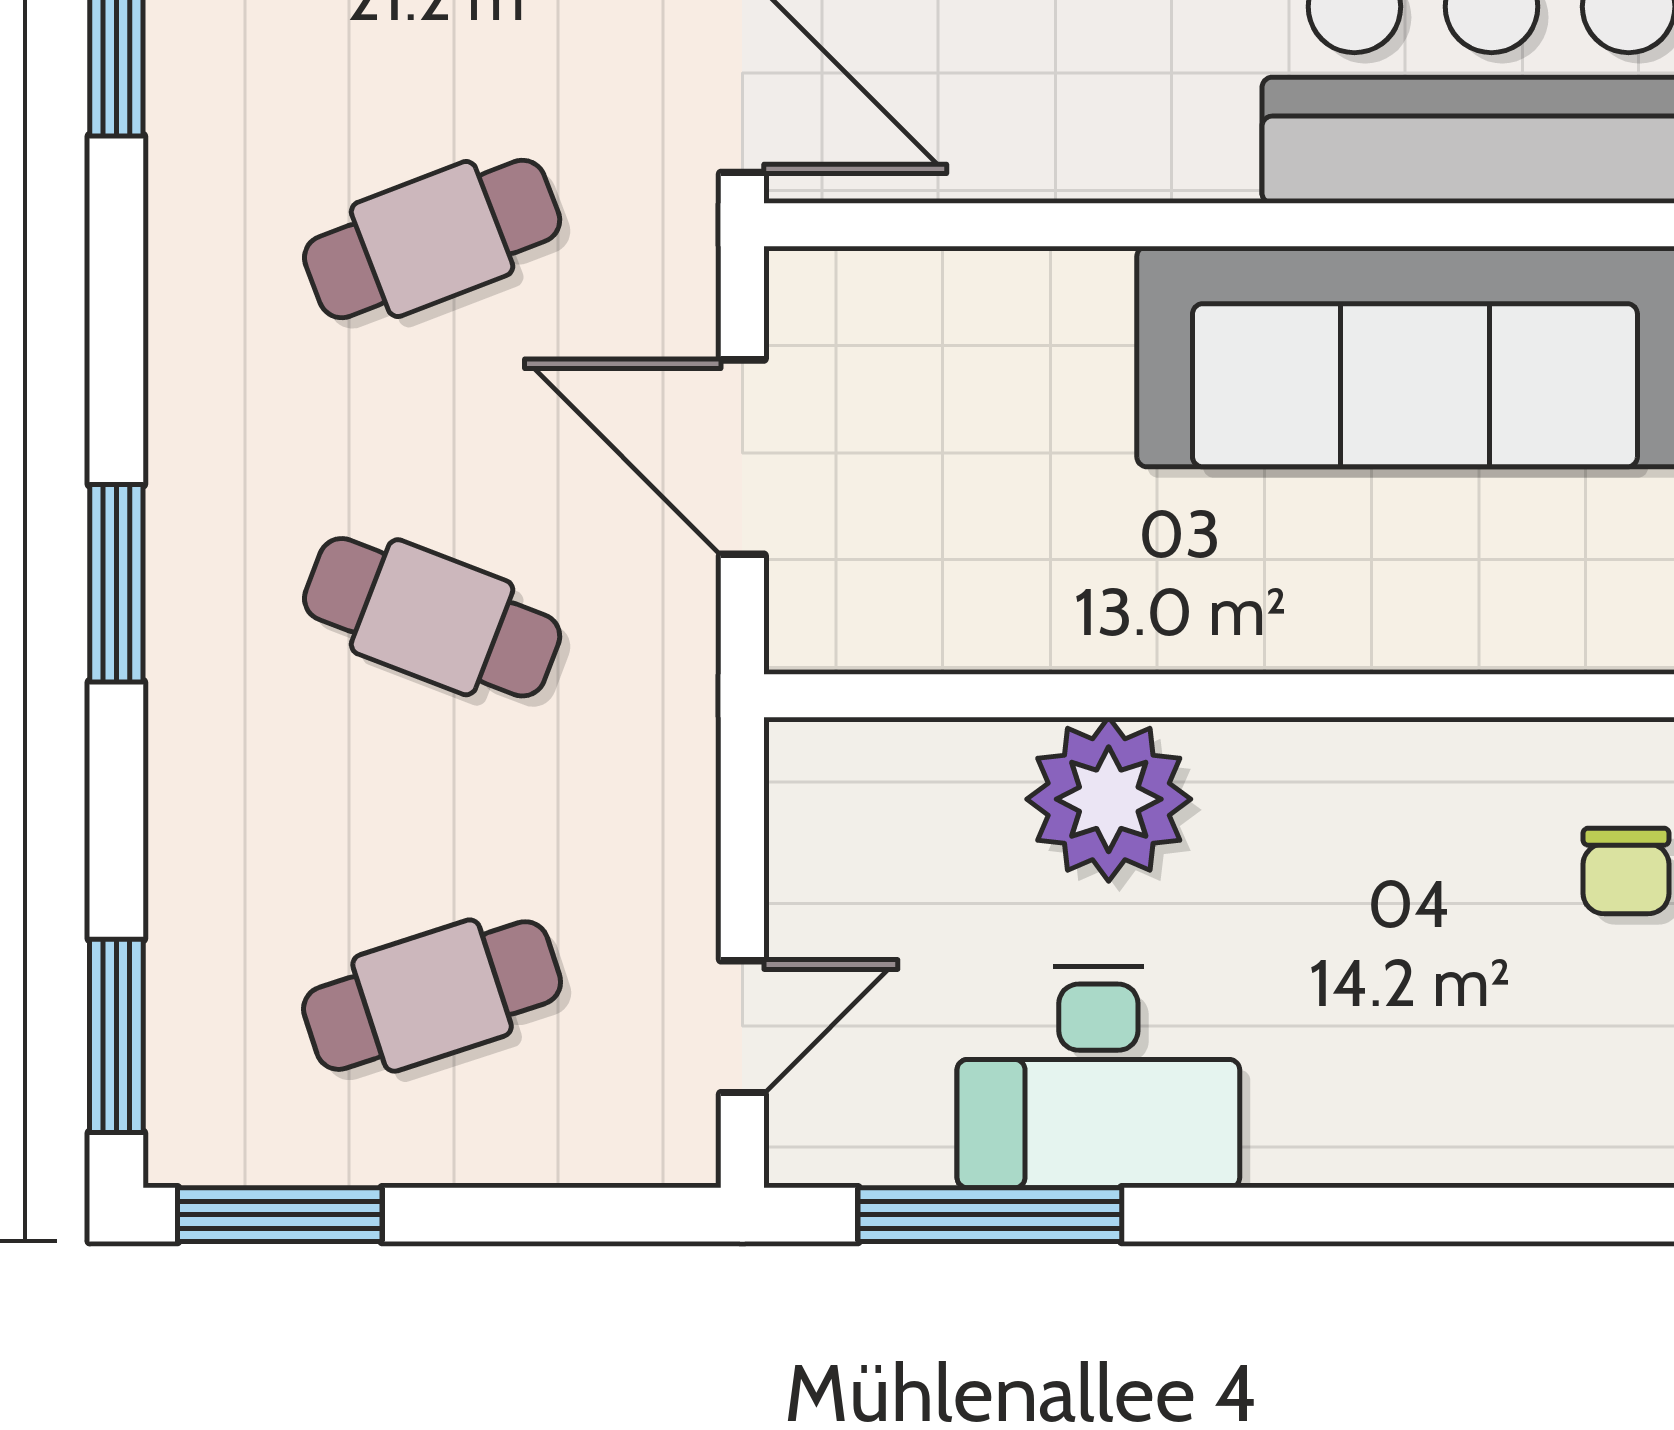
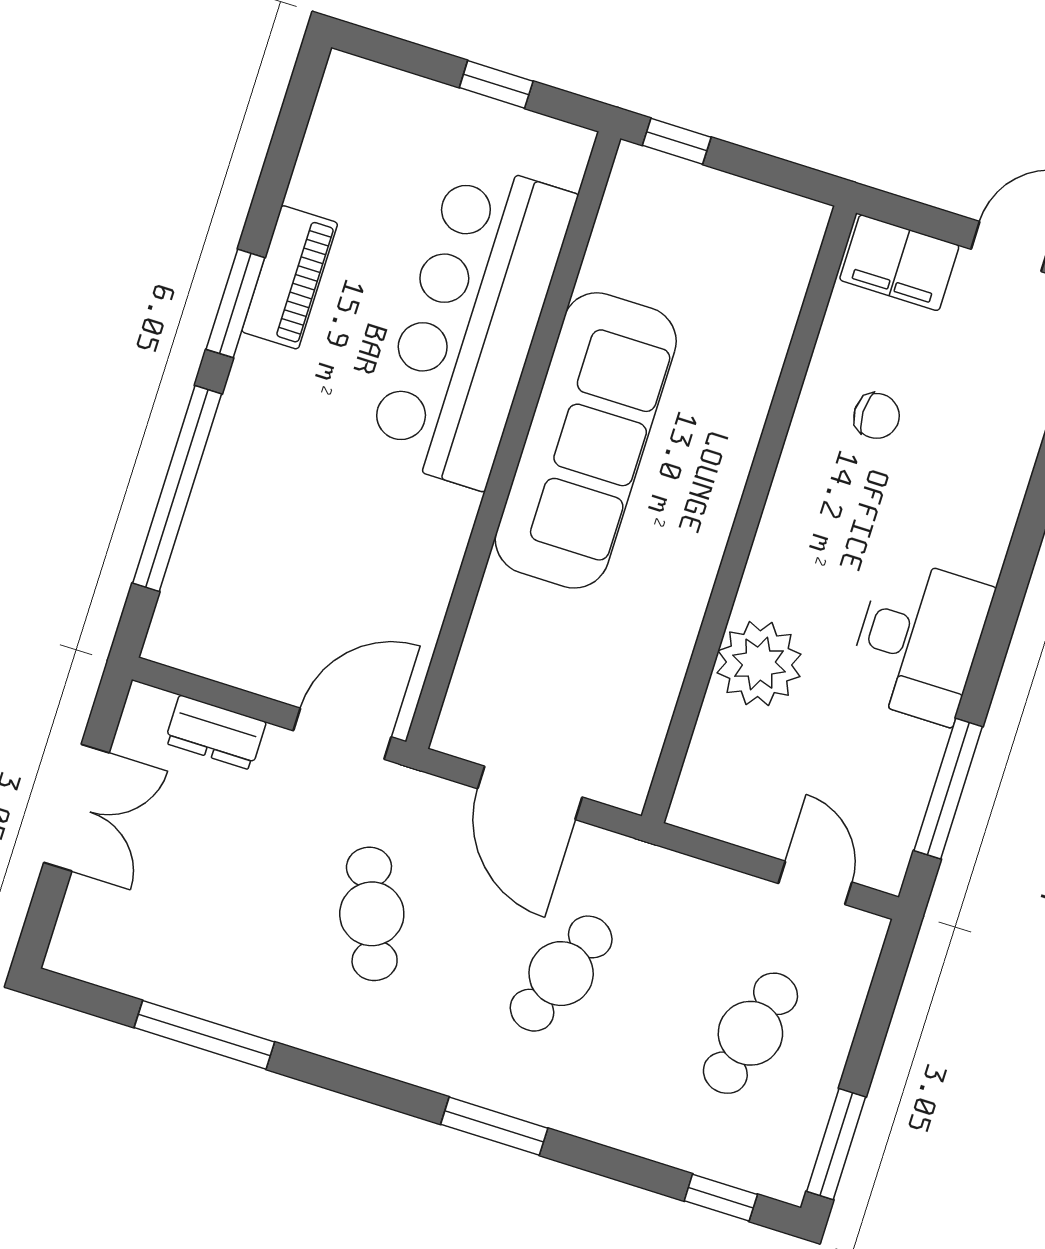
door: (742, 457) -> (530, 793), hinge flipped
cafe table: (432, 996) -> (750, 1033), turned 33
window: (116, 1036) -> (721, 1198), width x0.67
desk: (1098, 1077) -> (919, 641), moved

